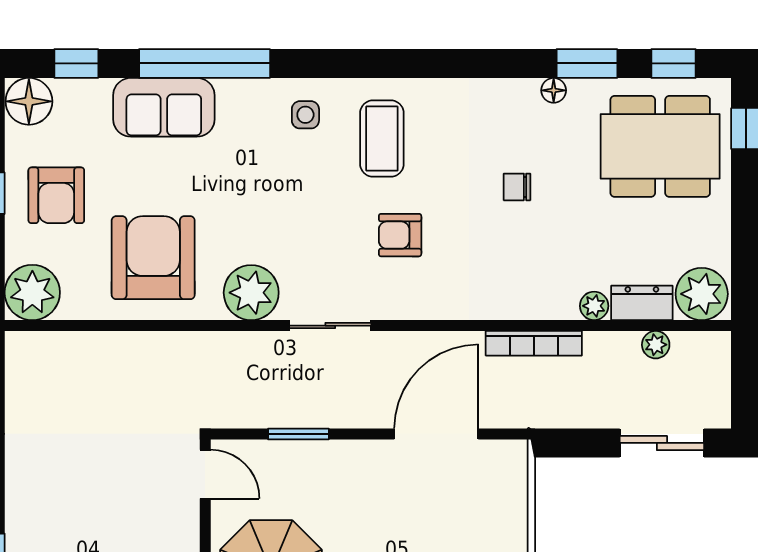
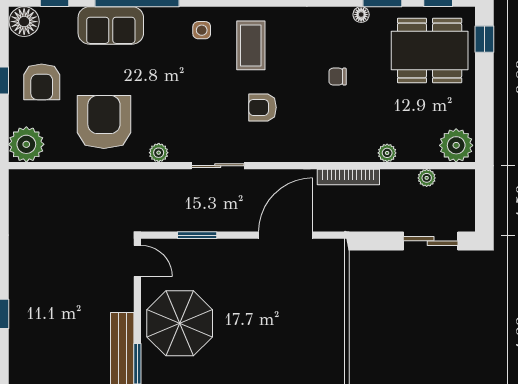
plant: (251, 293) -> (159, 153), width x0.53, depth x0.53
dresser: (642, 303) -> (418, 151), removed

